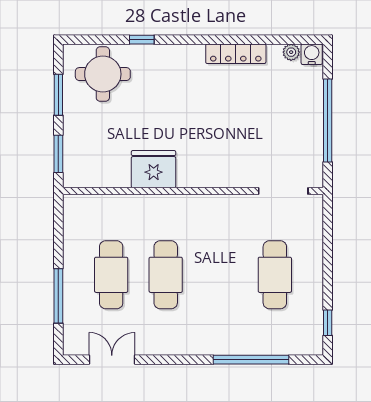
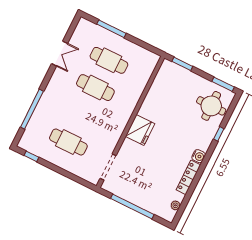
water cooler: (312, 54) -> (199, 156), moved
window: (58, 95) -> (223, 84), moved
fridge: (154, 169) -> (140, 130), moved
double door: (112, 360) -> (60, 54), moved

